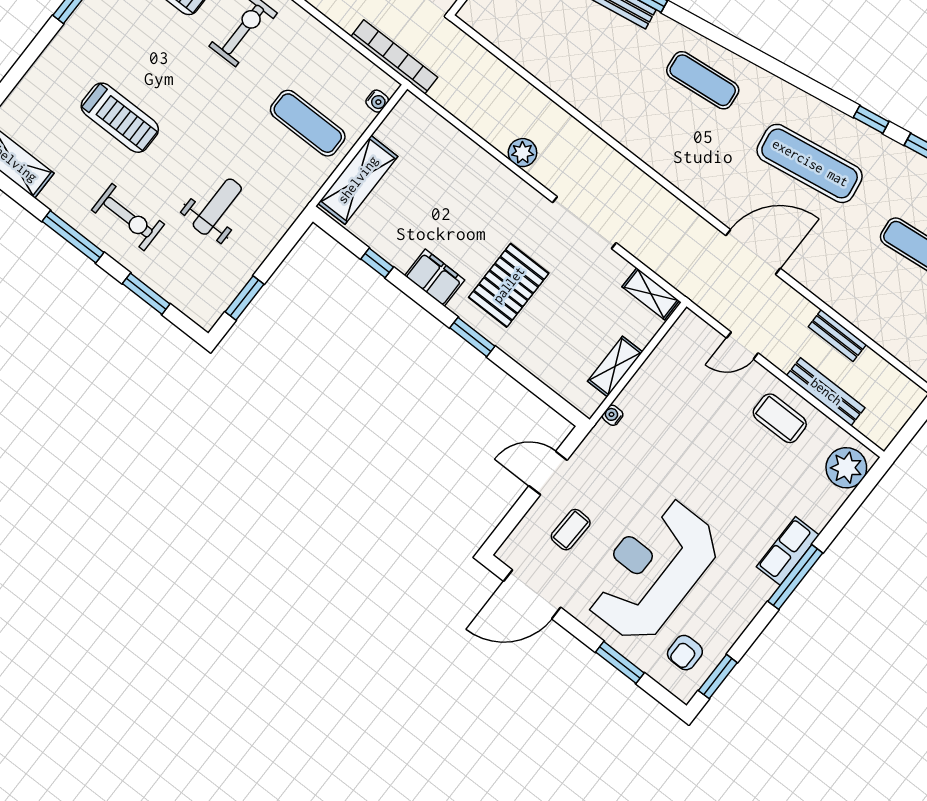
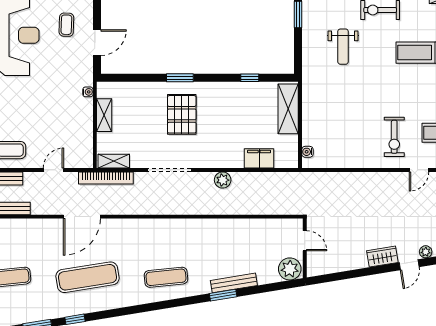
bookcase: (394, 57) -> (106, 178), moved
exercise mat: (308, 123) -> (331, 117), removed
filing cabinet: (435, 278) -> (259, 158), moved, turned 180

